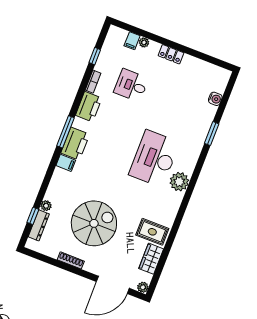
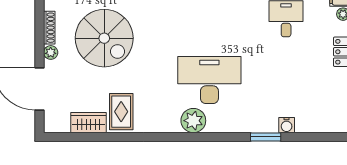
water cooler: (215, 99) -> (287, 125), moved
plant: (143, 287) -> (51, 52), moved

